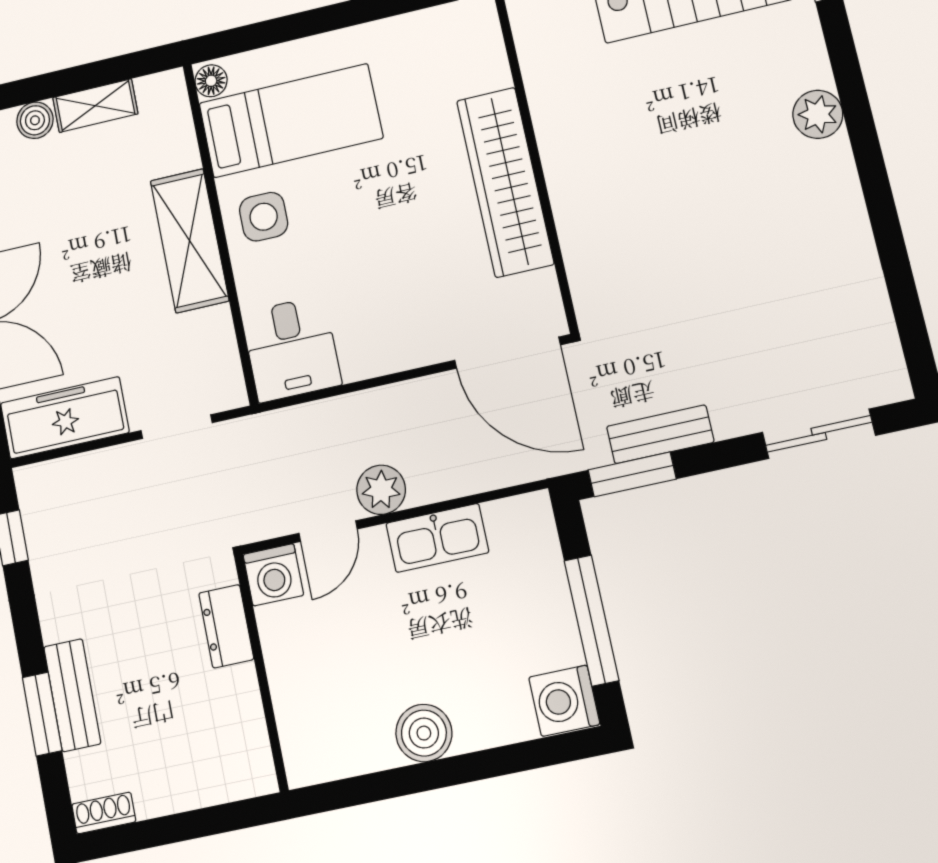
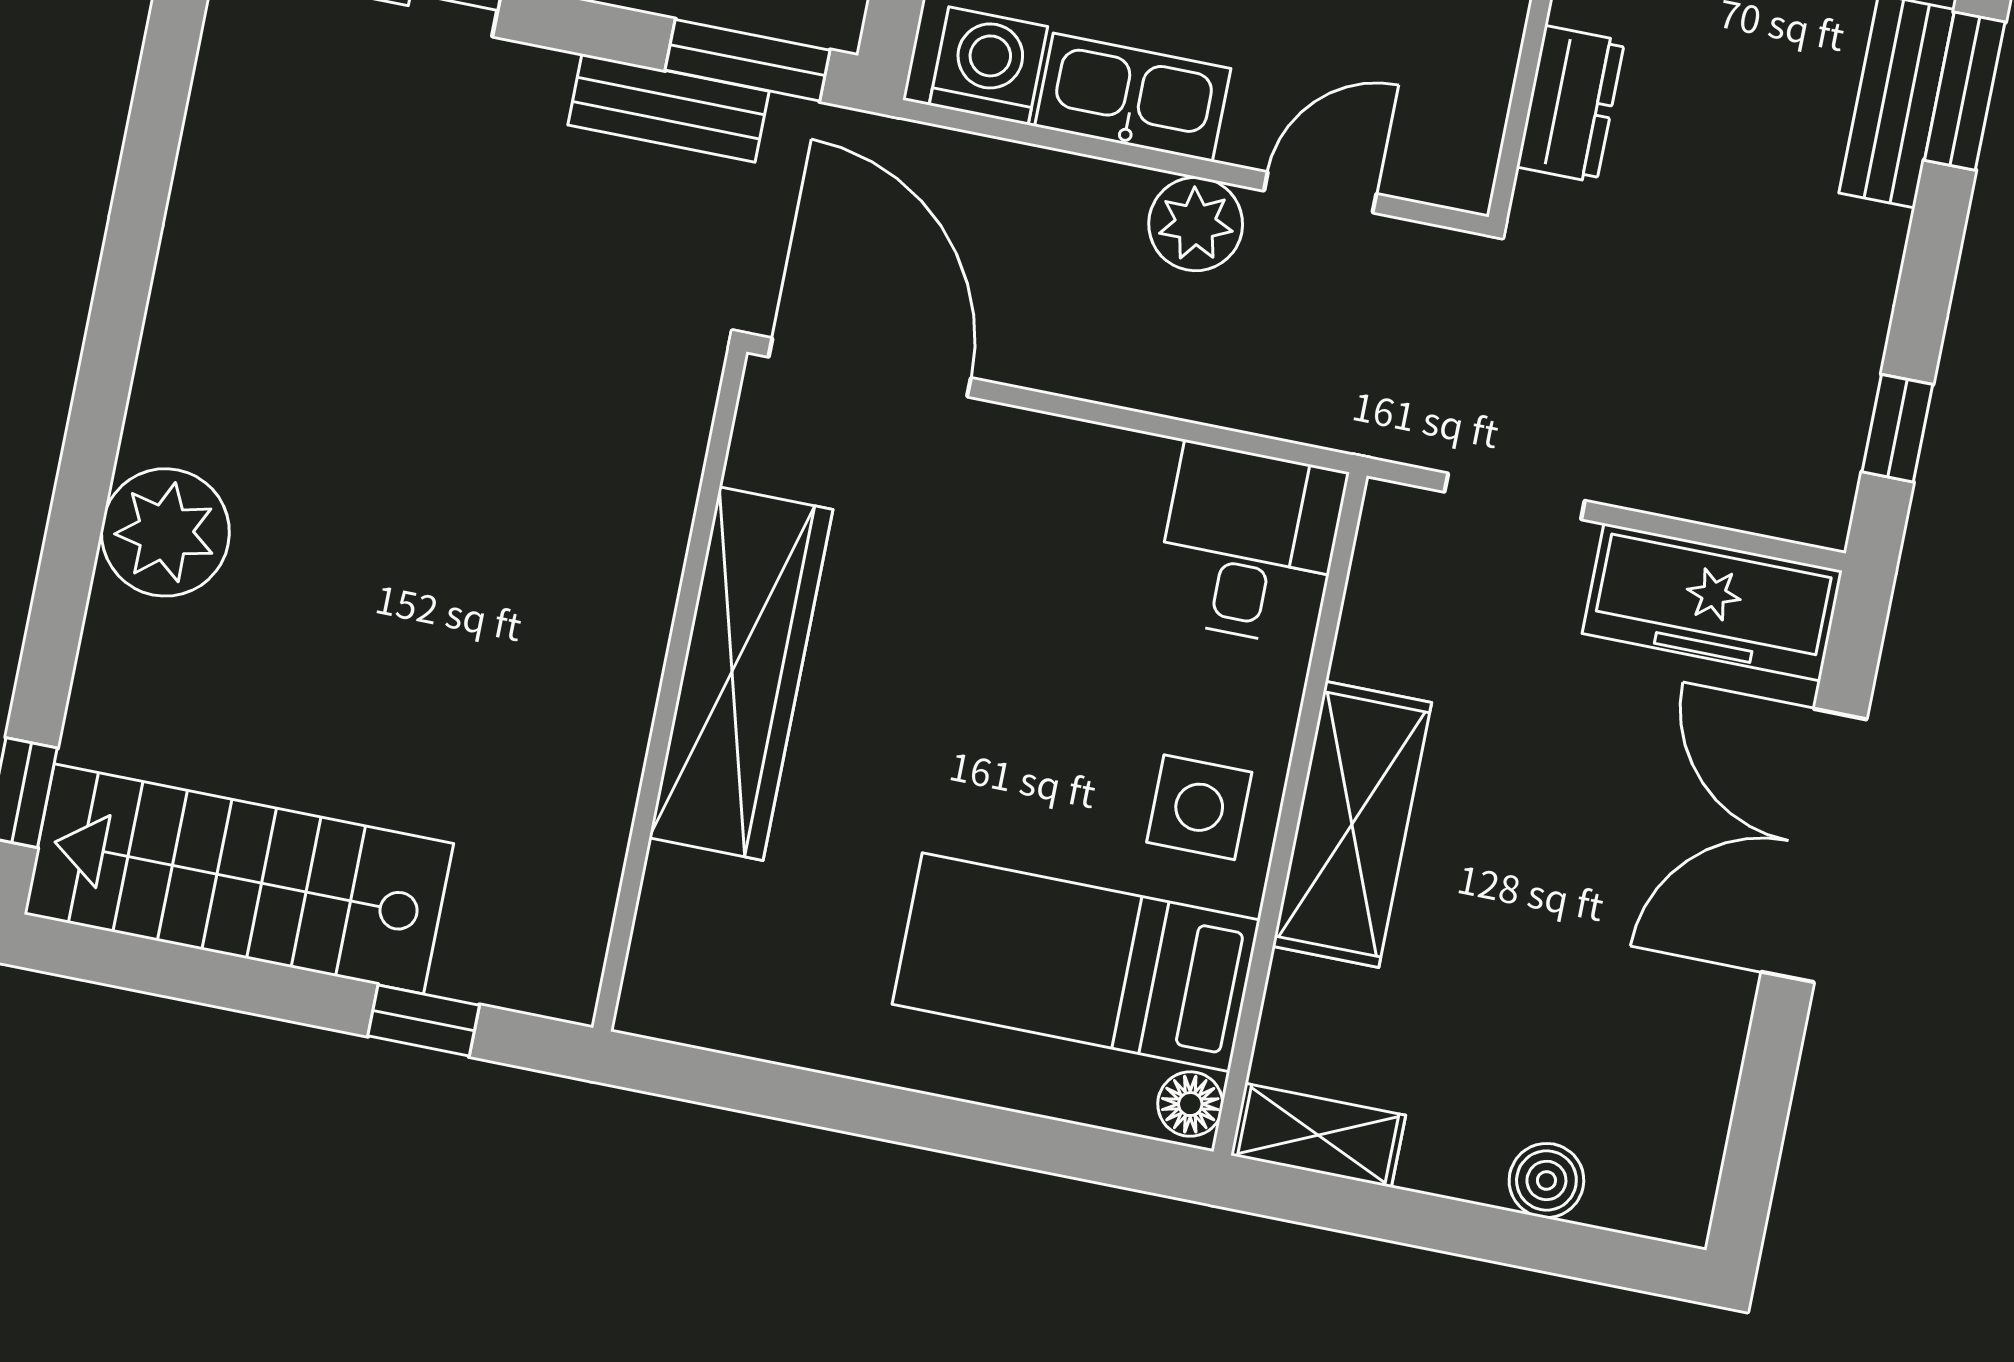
shelving: (95, 106) -> (1318, 1135), moved
plant: (818, 114) -> (165, 532), width x1.36, depth x1.36
washing machine: (273, 575) -> (988, 66), moved

